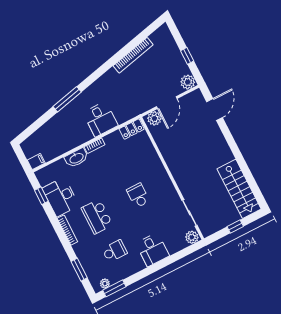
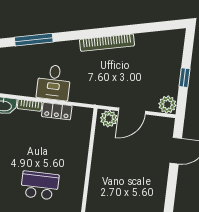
bookcase: (133, 55) -> (107, 43), moved
locker: (132, 129) -> (57, 111), moved
school desk: (138, 195) -> (40, 185), width x1.85

